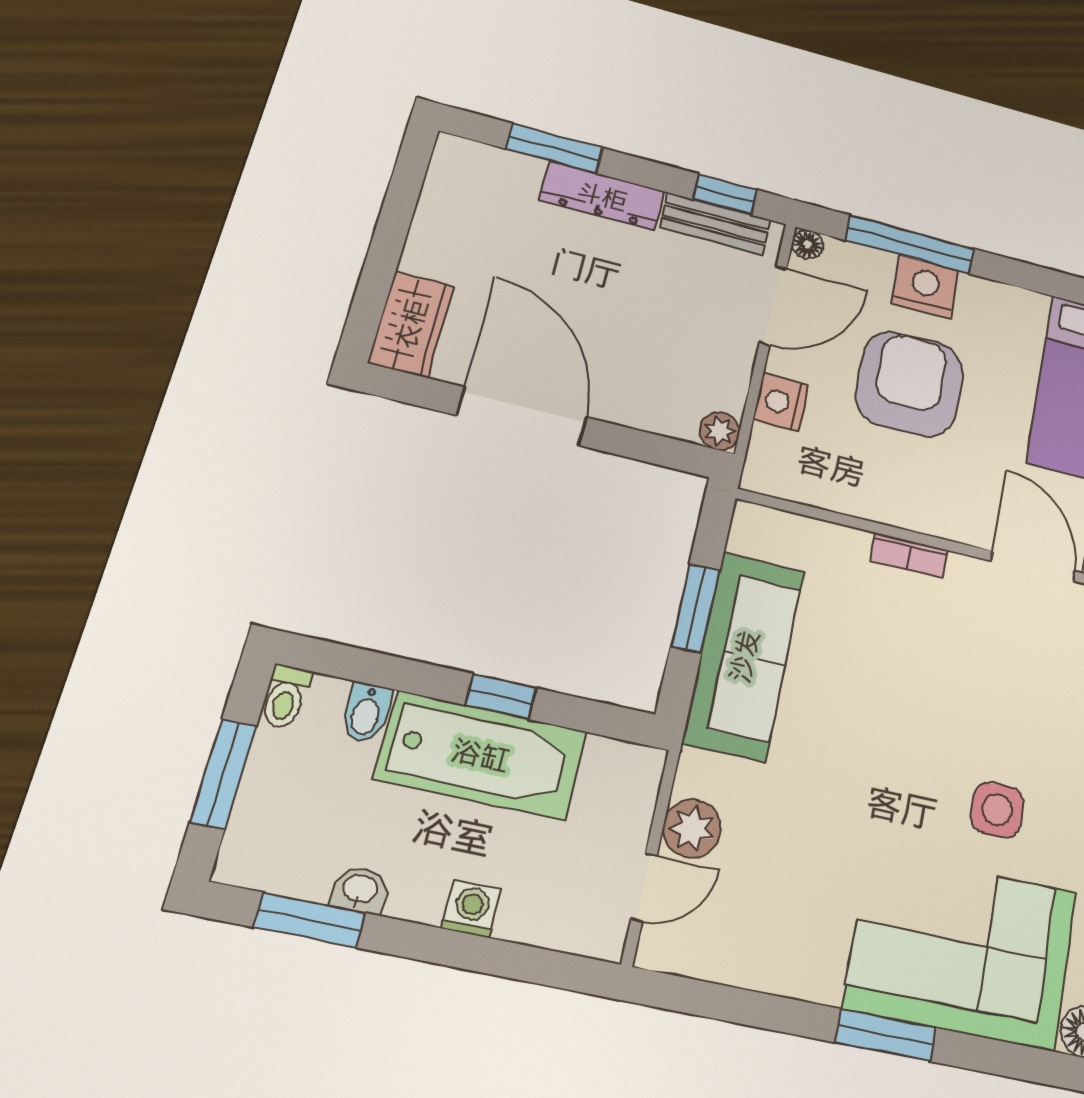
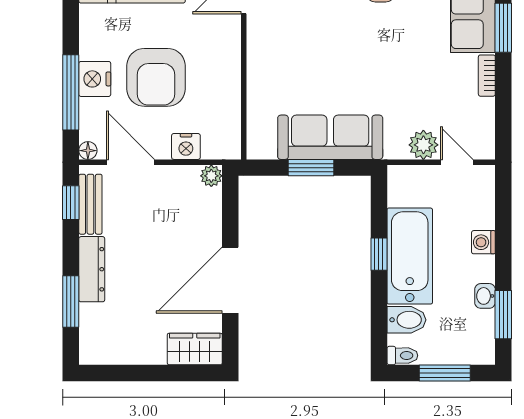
armchair: (909, 384) -> (156, 77), turned -90
bookcase: (909, 555) -> (487, 76), moved, turned 180
bidet: (366, 713) -> (406, 320), width x1.38, depth x1.36

